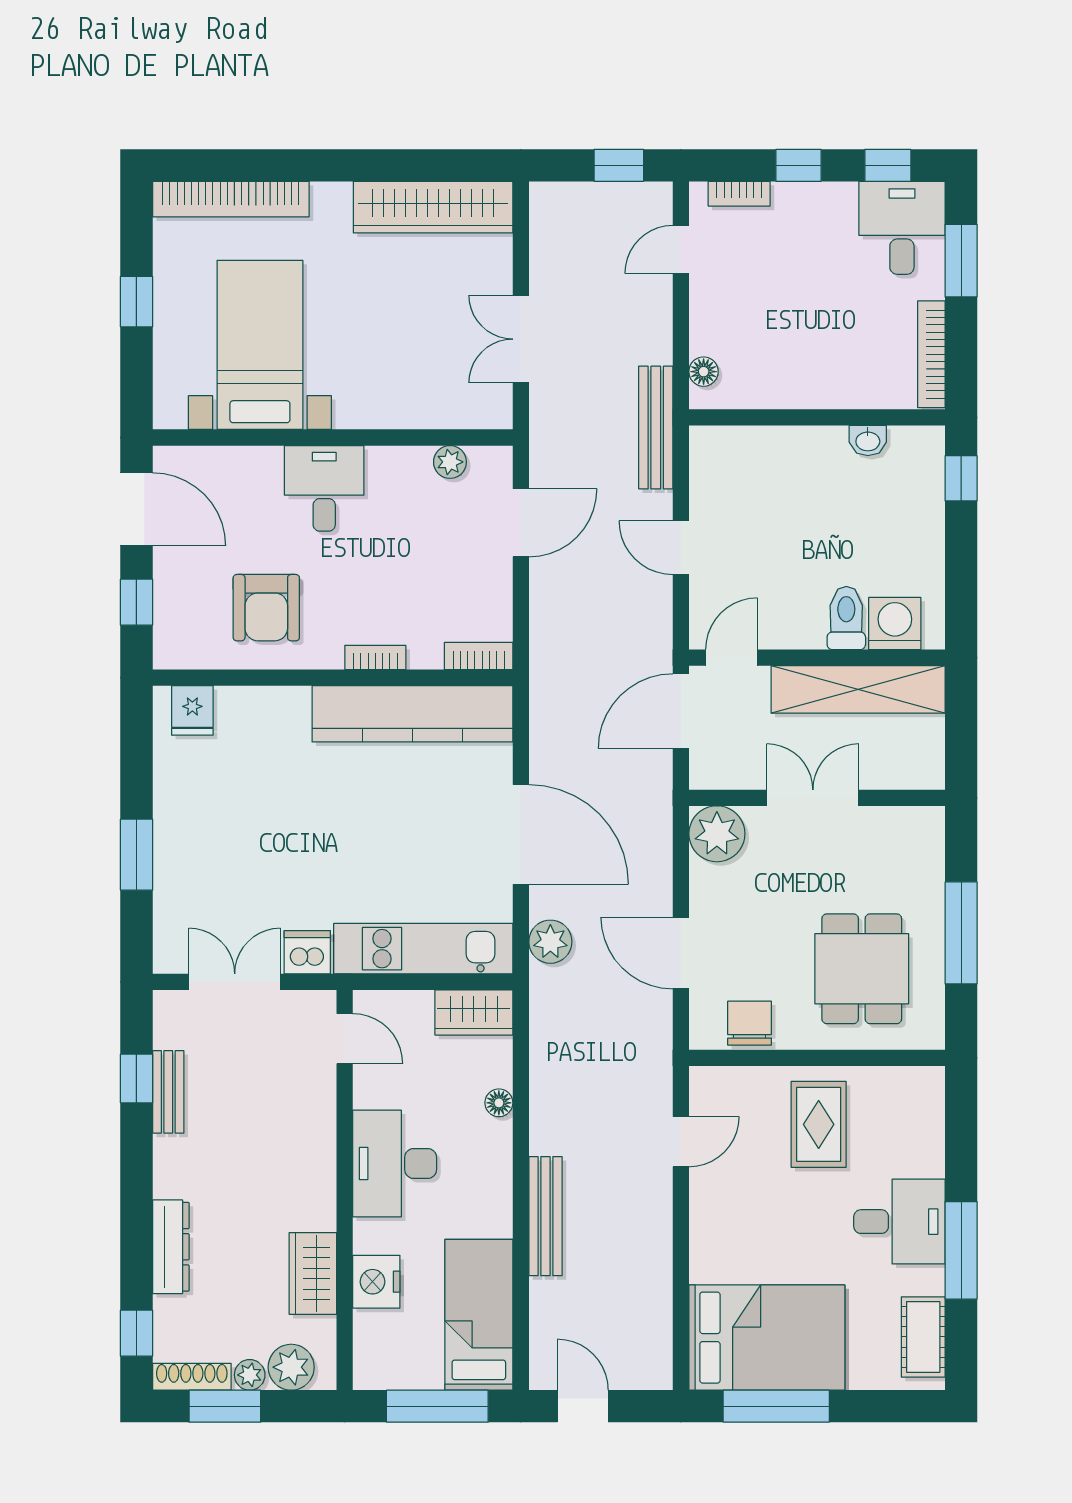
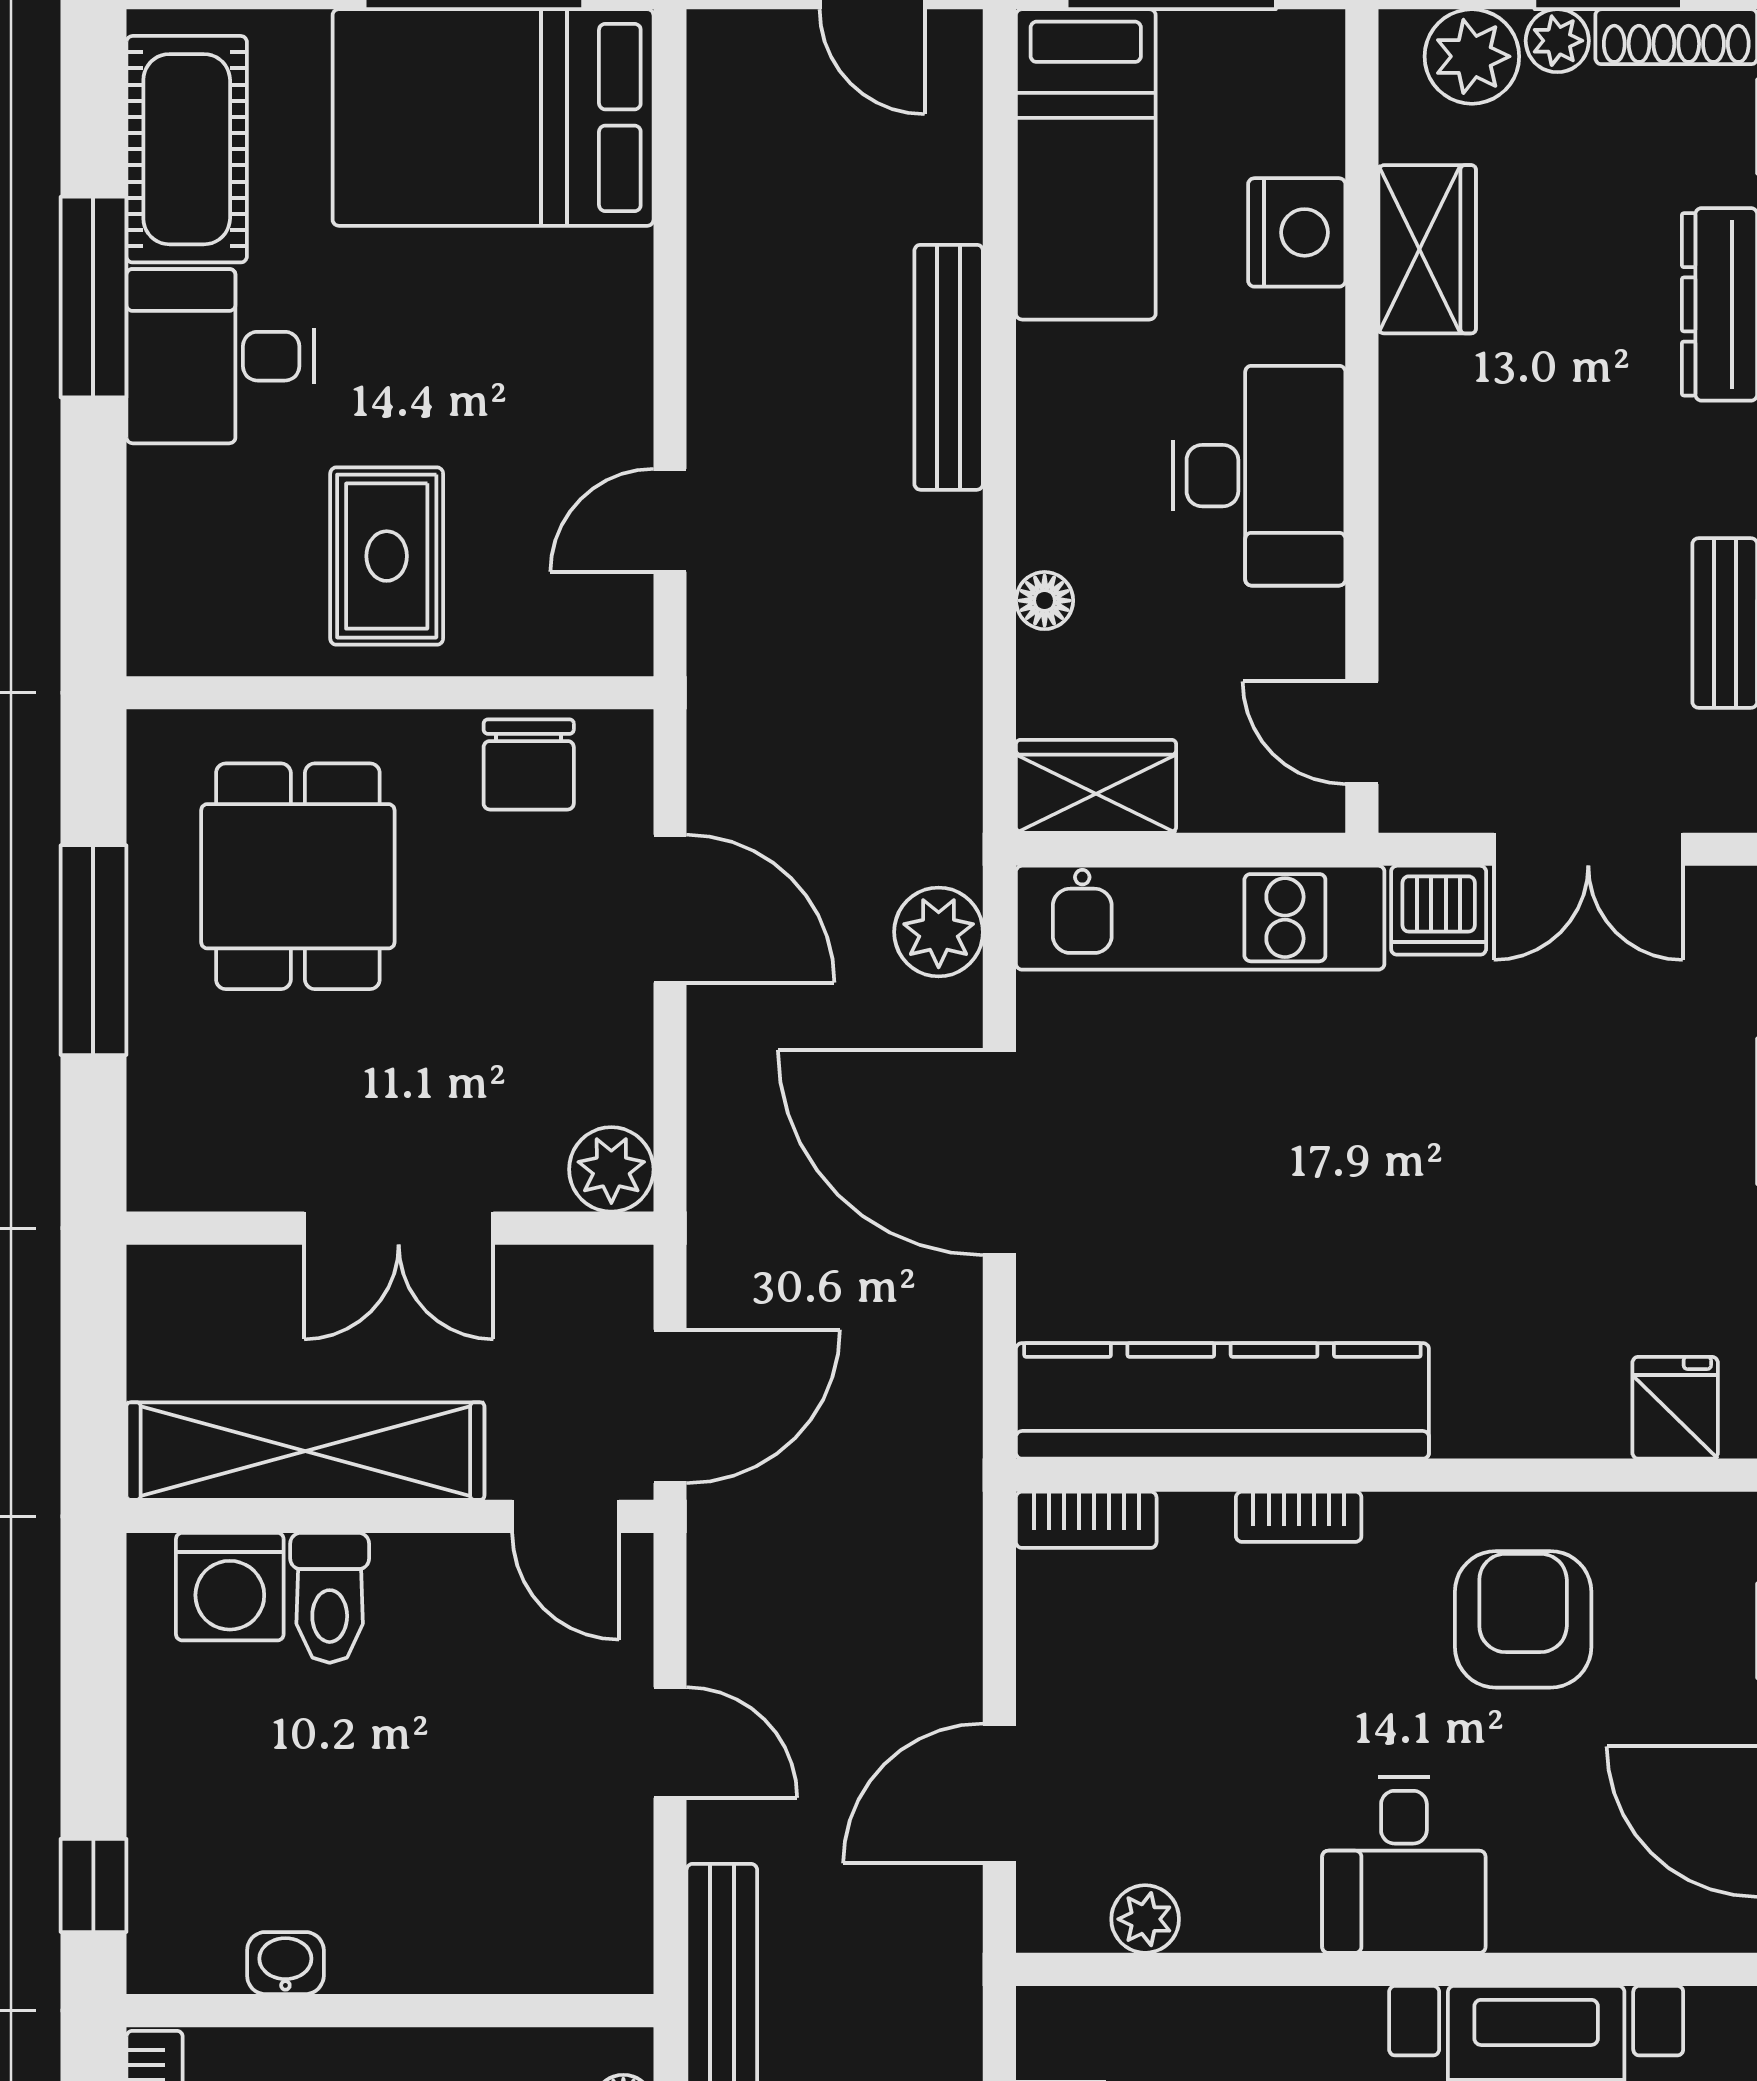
door: (732, 658) -> (566, 1516), hinge flipped
plant: (717, 834) -> (611, 1169), width x0.73, depth x0.73
cot: (923, 1337) -> (187, 149), width x1.37, depth x1.34

